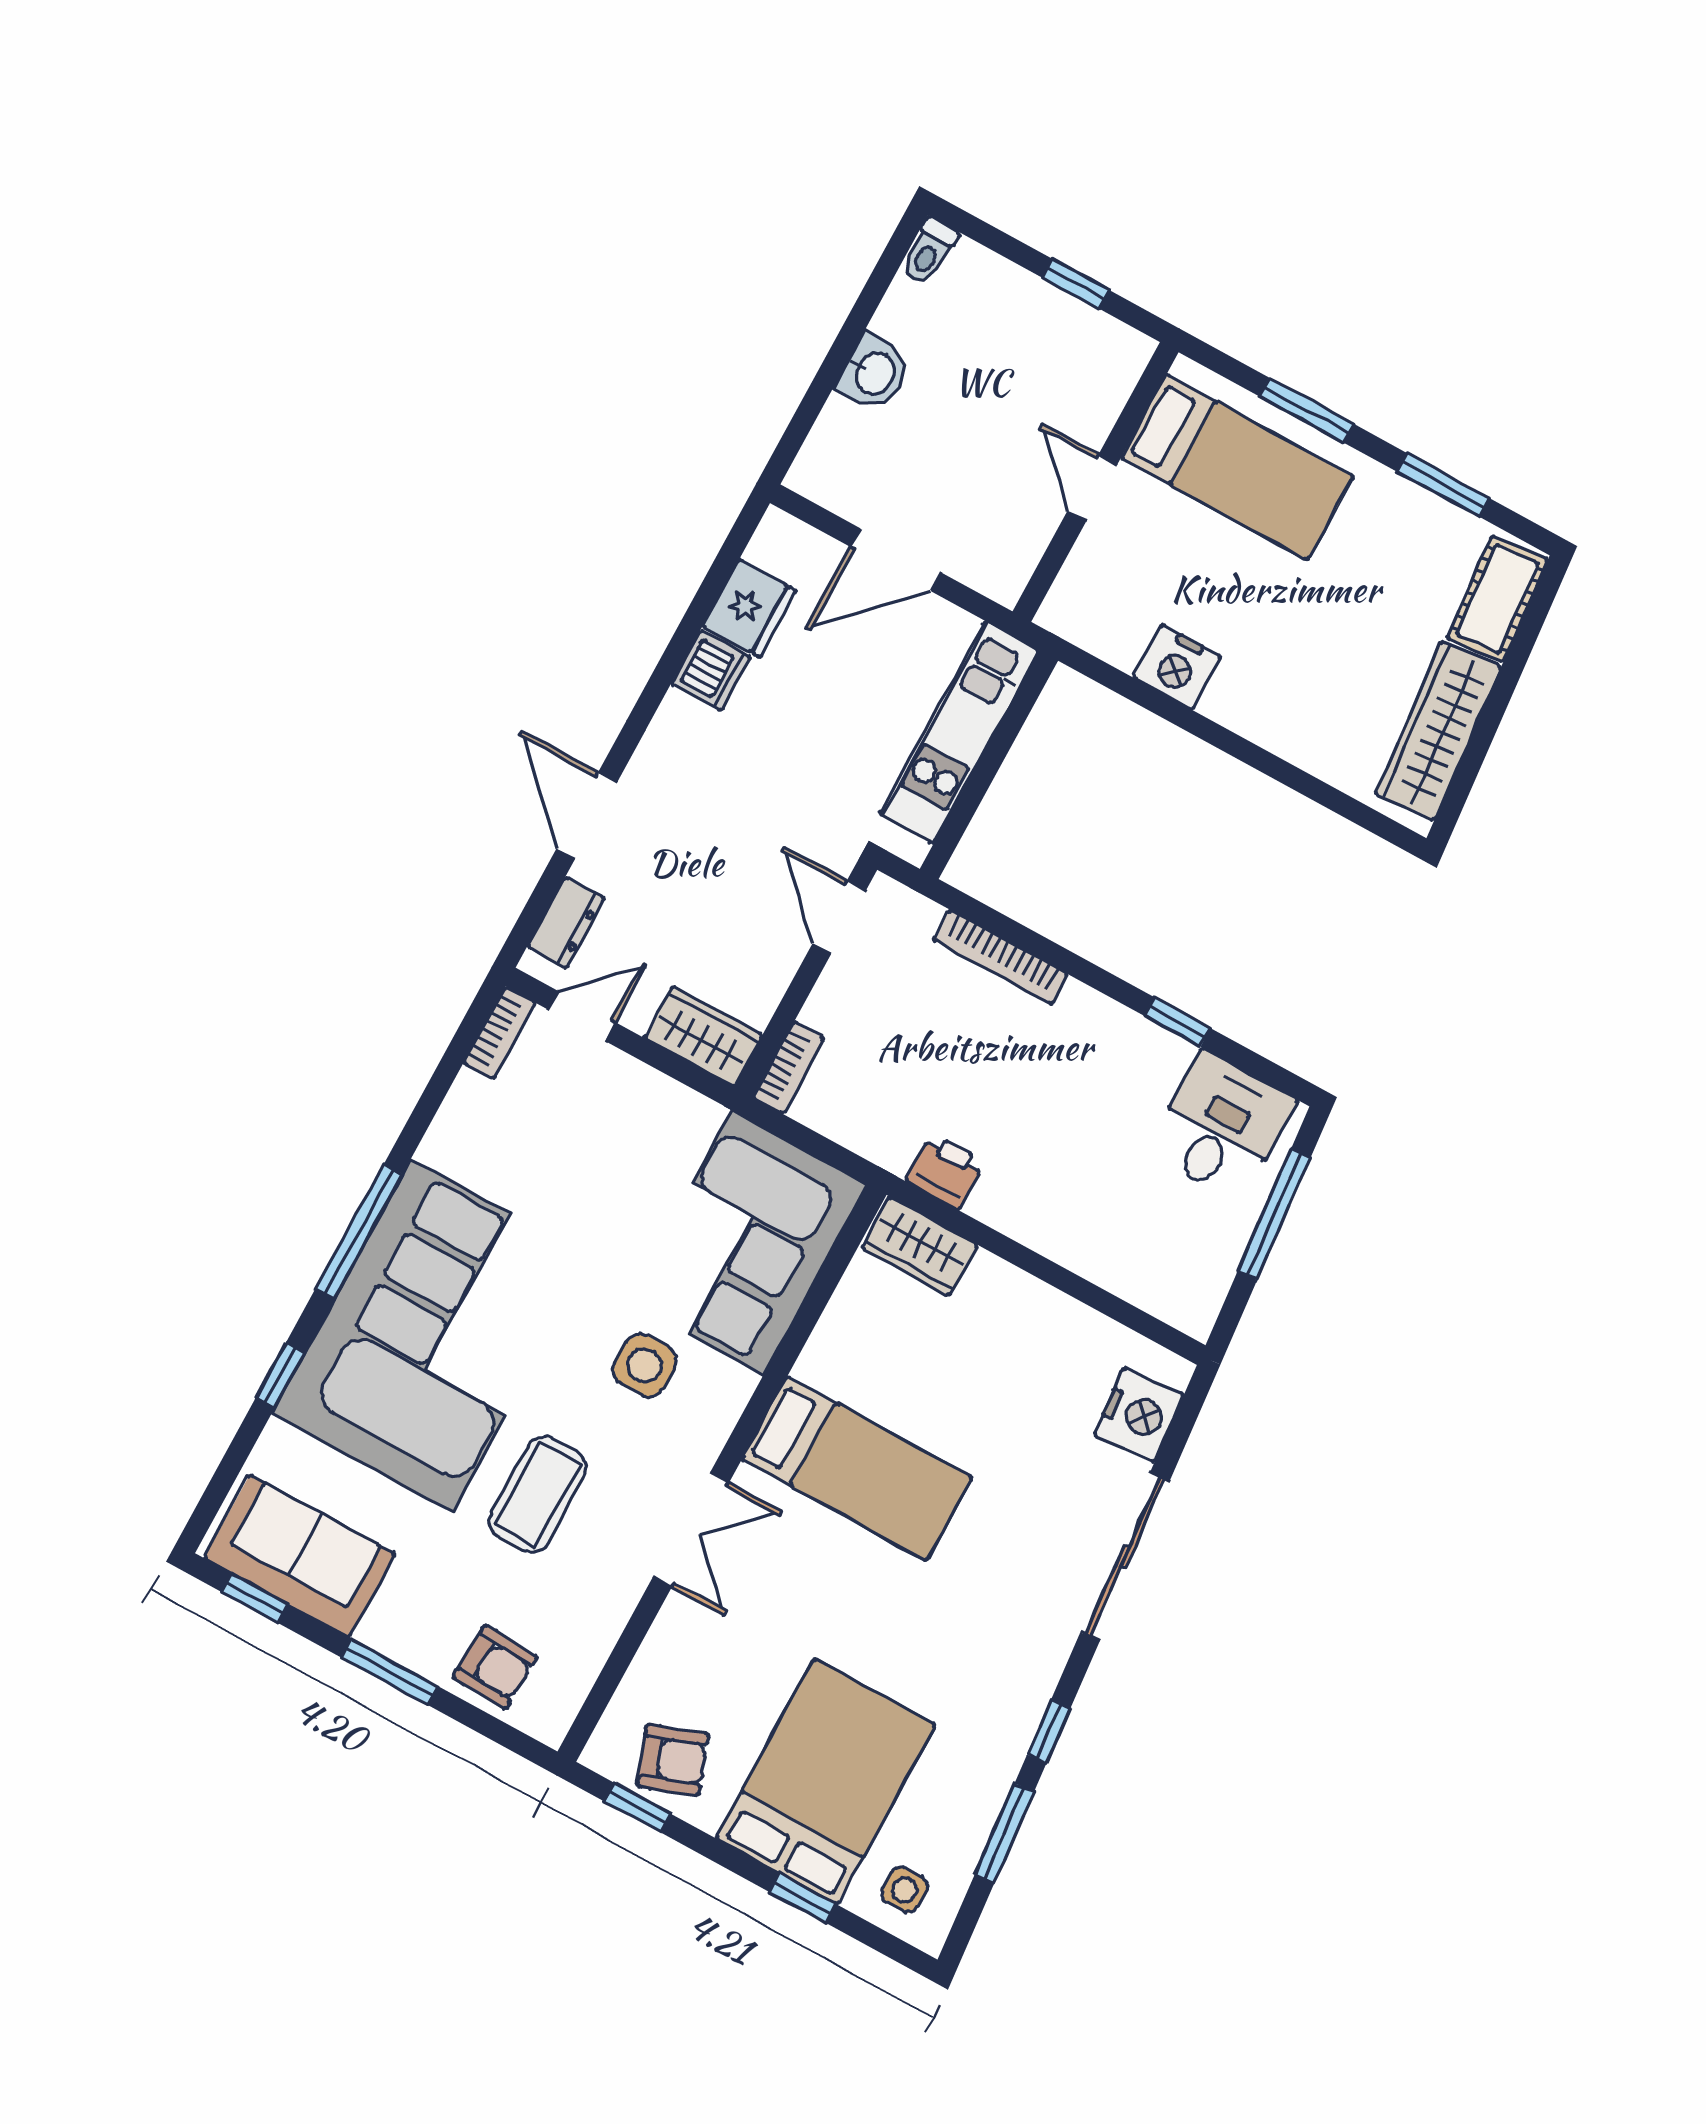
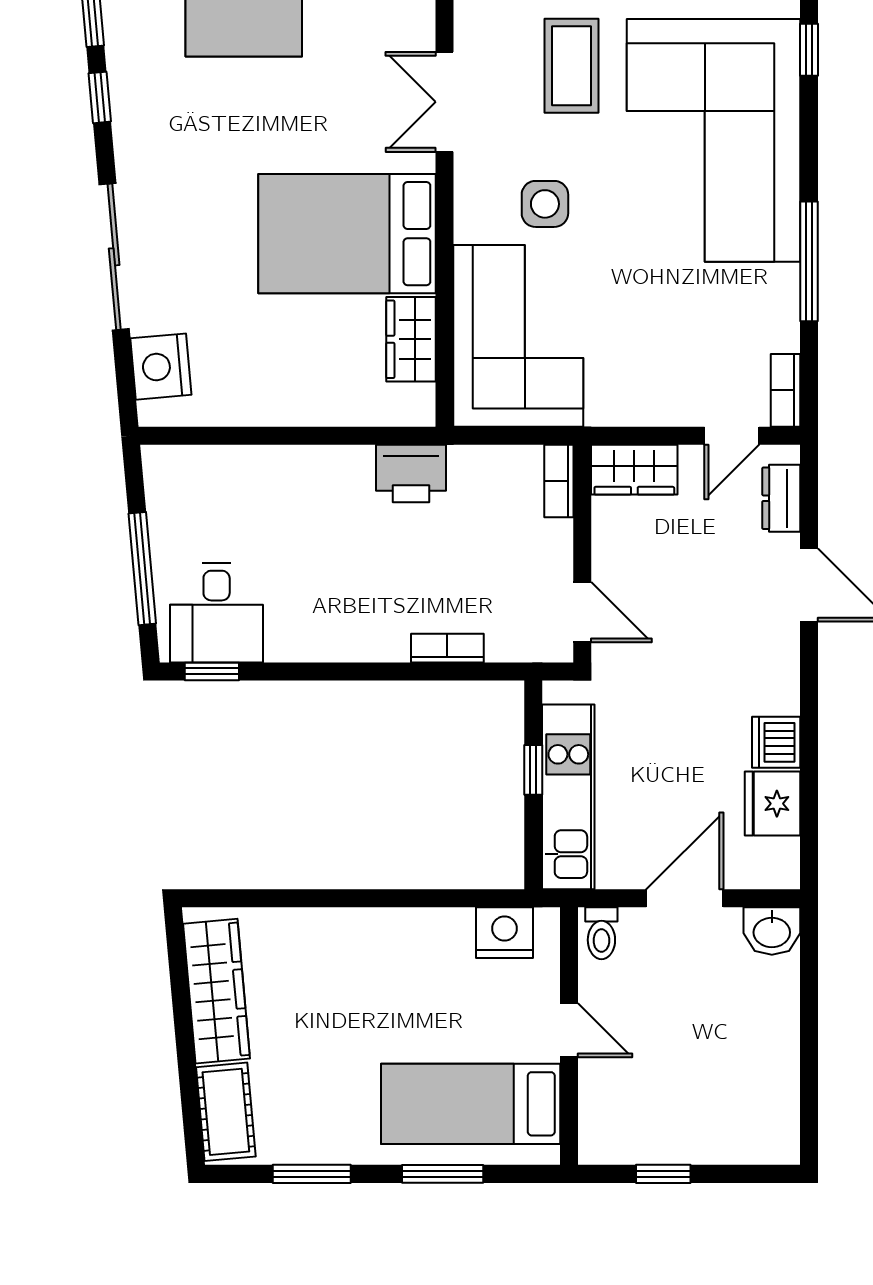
toilet: (929, 251) -> (601, 933), moved, turned 180
washbasin: (874, 373) -> (772, 931), moved, turned -90
nightstand: (1177, 667) -> (504, 933), moved
window: (980, 780) -> (533, 770), added
bookcase: (1001, 957) -> (447, 648), width x0.64
window: (1177, 1022) -> (212, 671), moved
printer: (945, 1171) -> (411, 474), width x1.36, depth x1.24
window: (359, 1232) -> (809, 261), moved
wardrobe: (919, 1246) -> (411, 339), moved, turned -90
bed: (857, 1468) -> (347, 234), width x1.50

